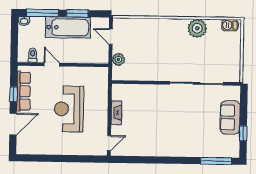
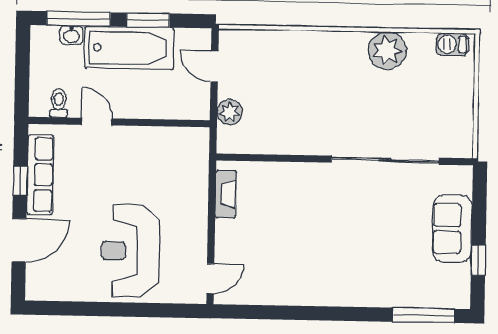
washbasin: (24, 21) -> (71, 35), moved
reception desk: (69, 109) -> (130, 251), moved
fireplace: (116, 113) -> (226, 194), moved

